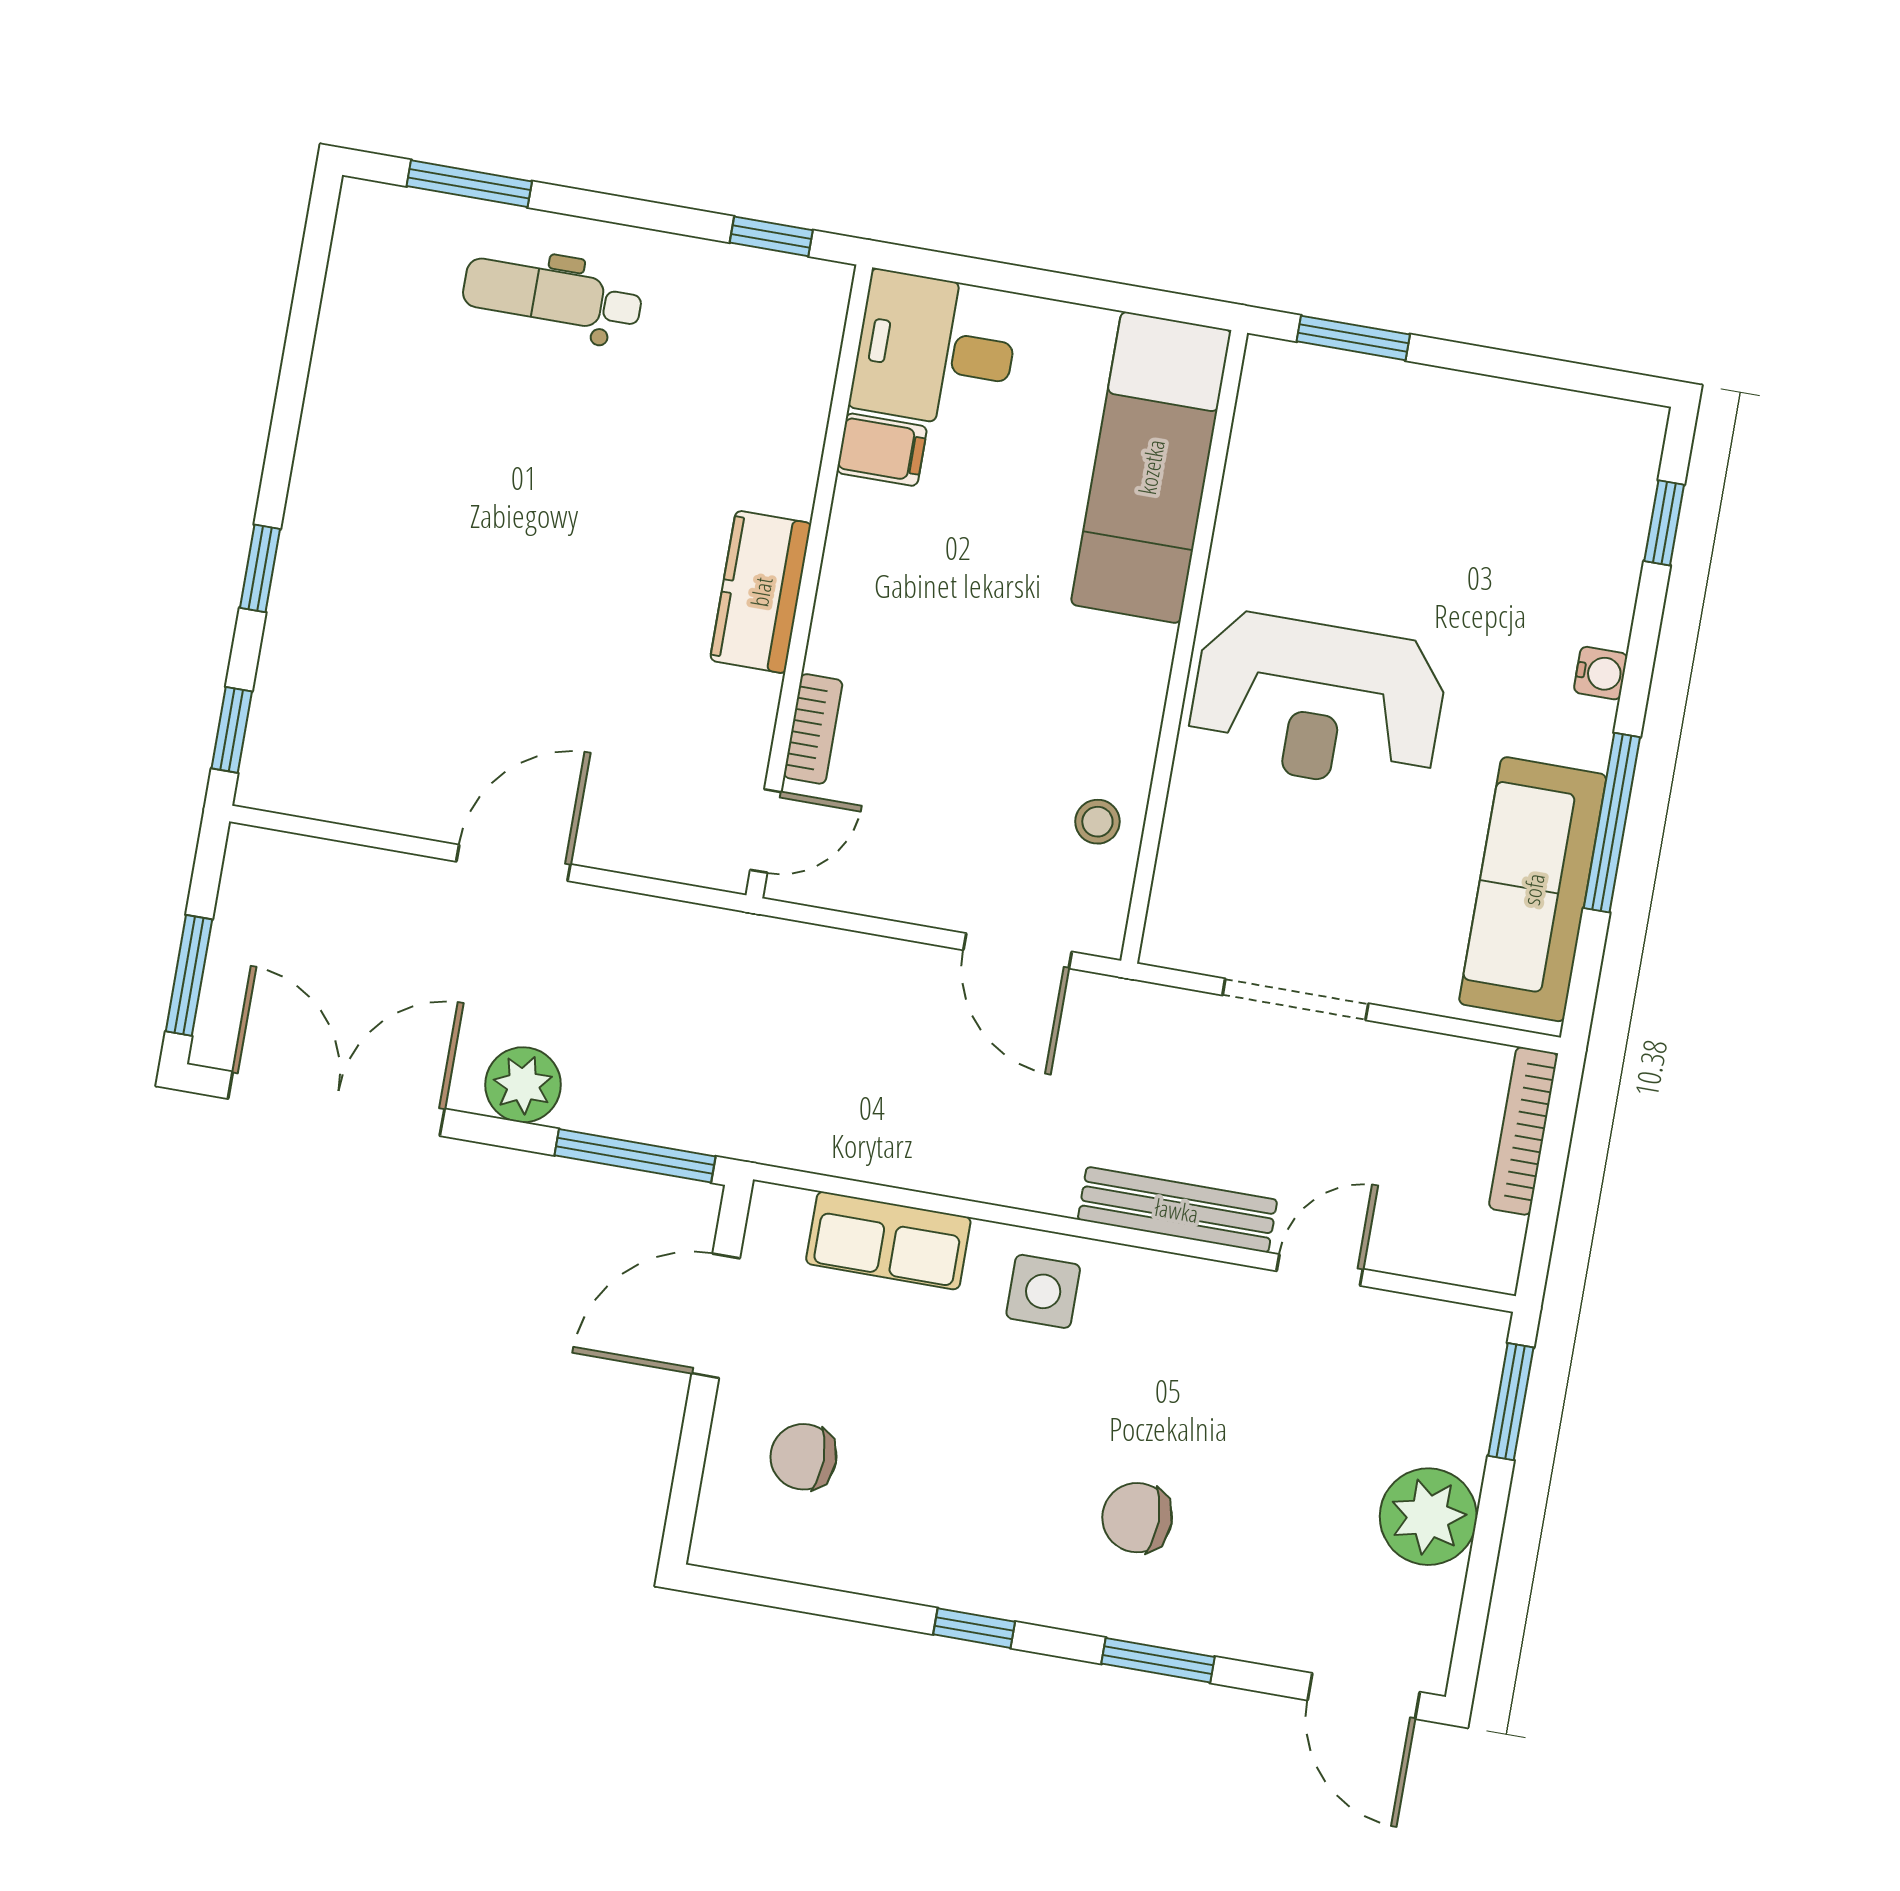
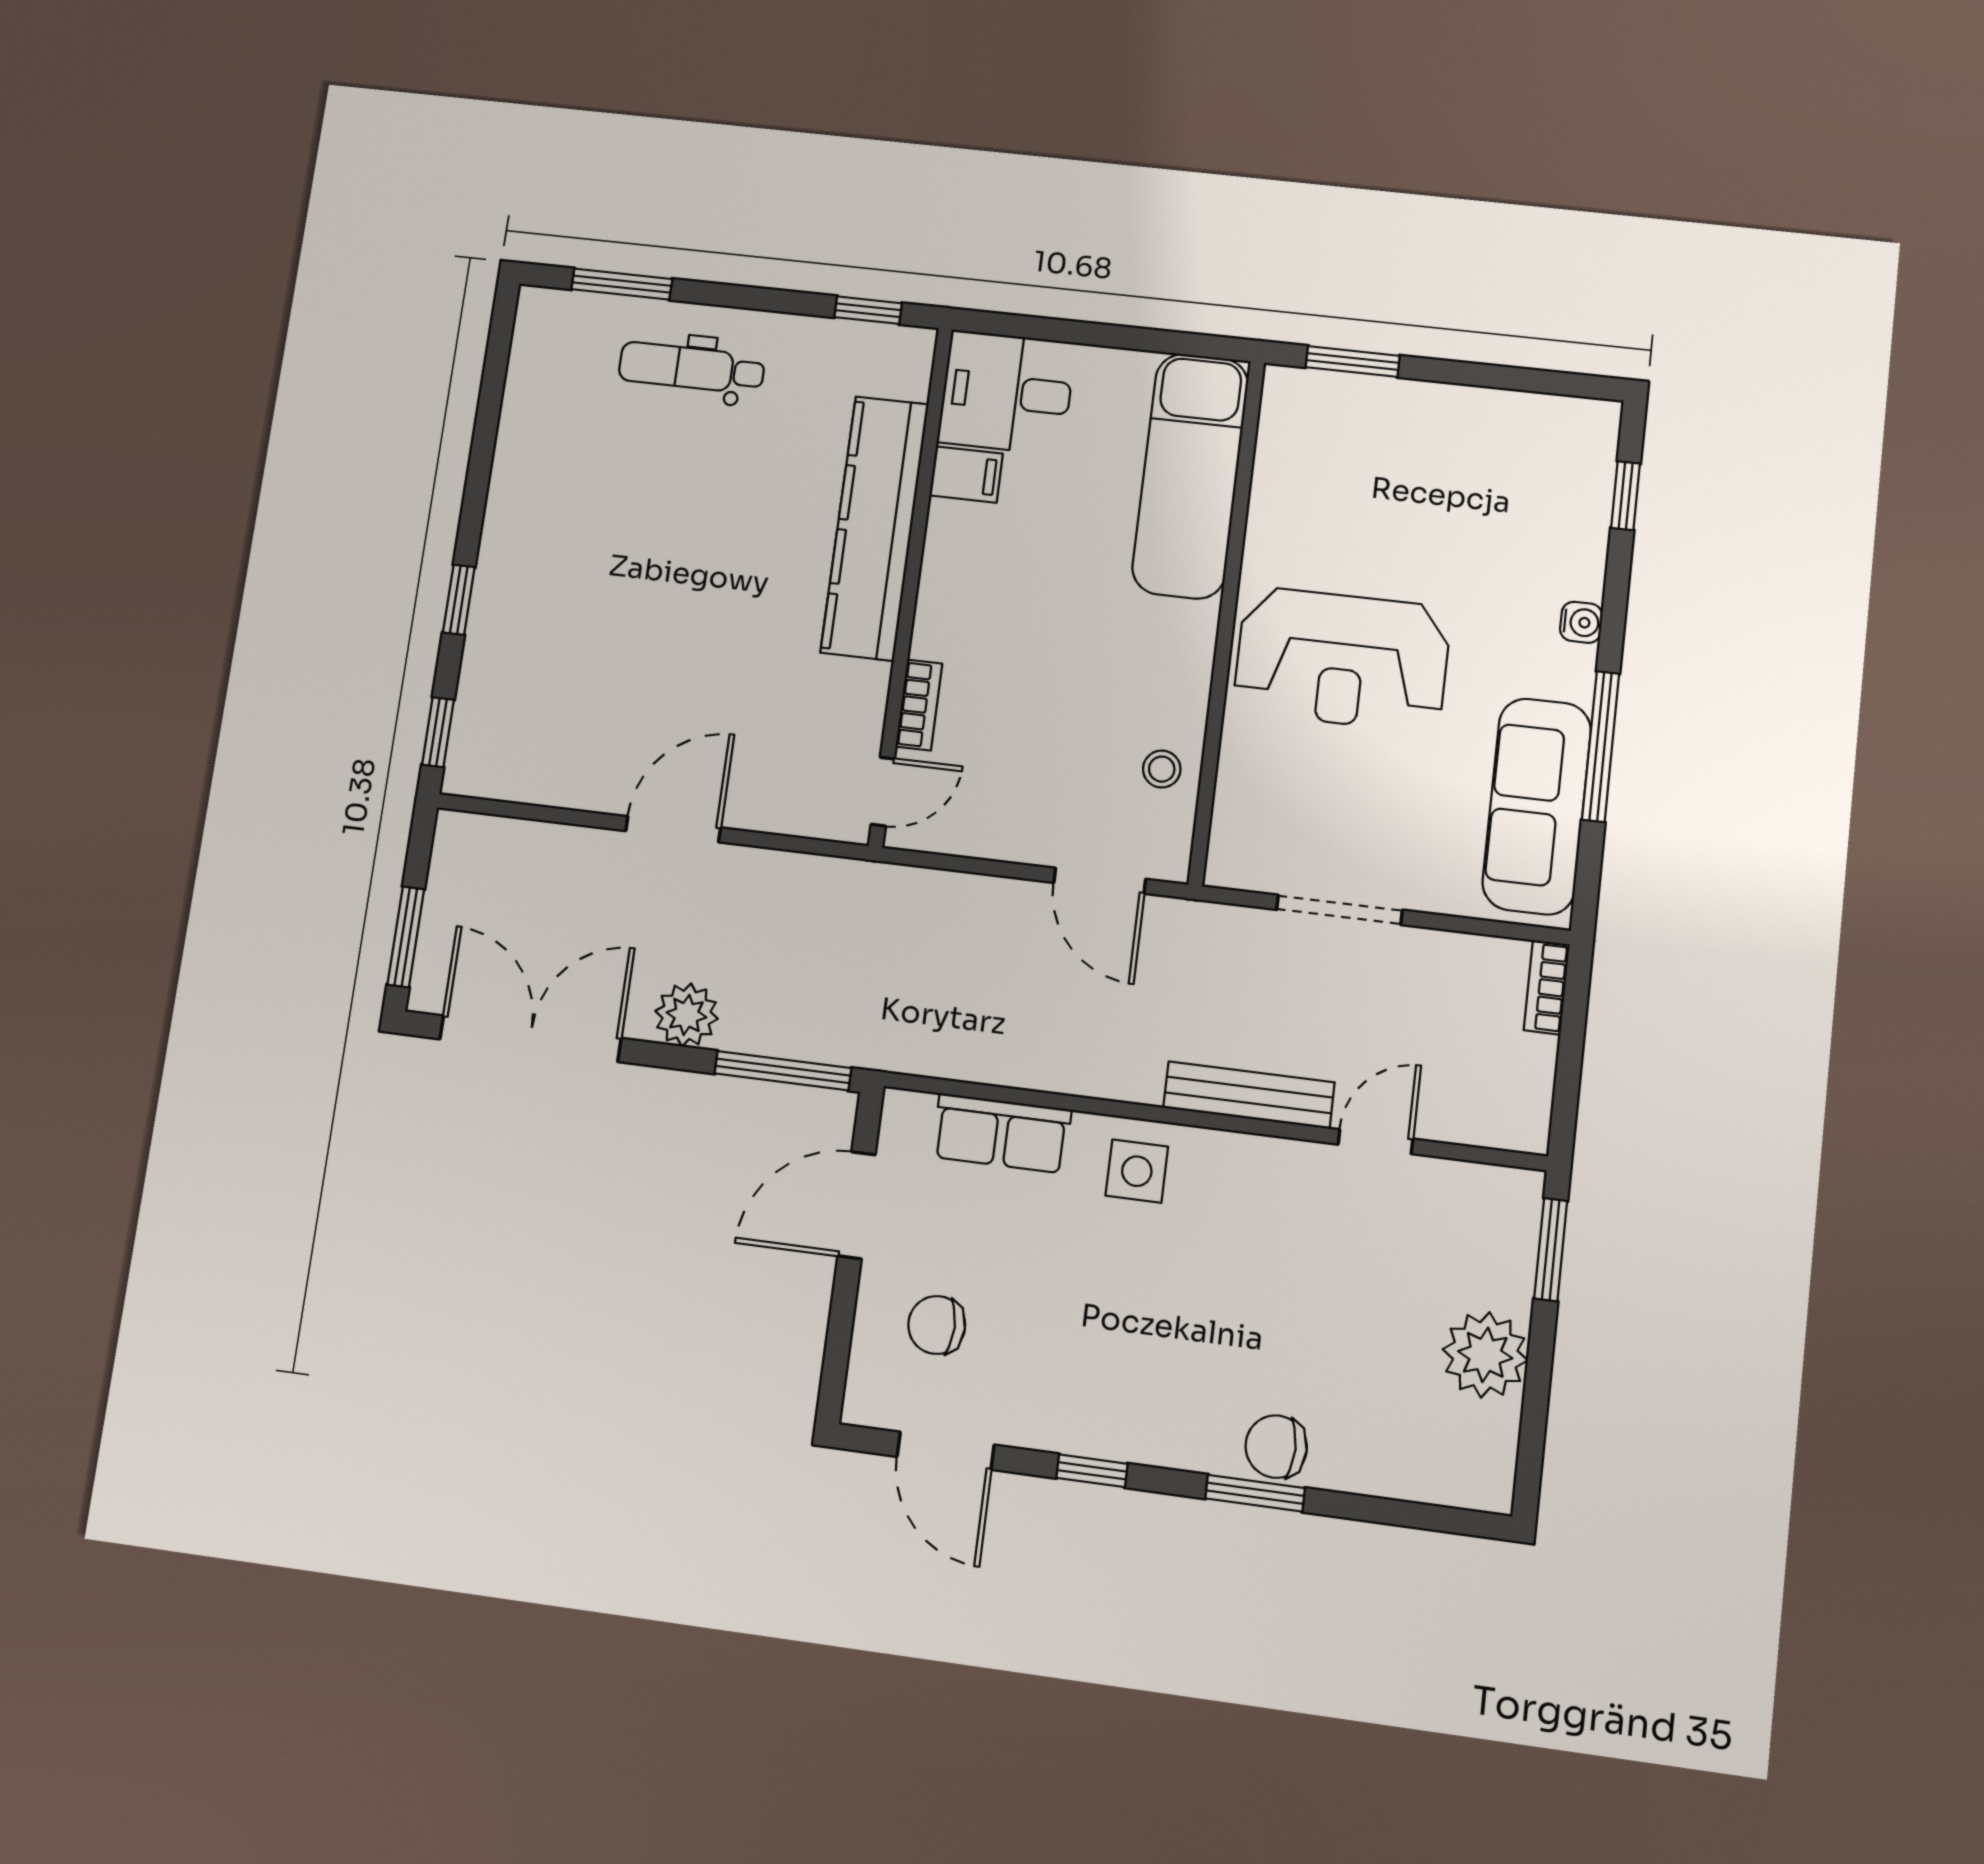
kitchen counter: (761, 592) -> (875, 528), width x2.08, depth x1.17
bookcase: (1523, 1131) -> (1547, 987), width x0.64
chair: (1137, 1518) -> (1276, 1447), moved
door: (1364, 1696) -> (946, 1451), moved

